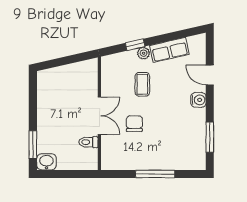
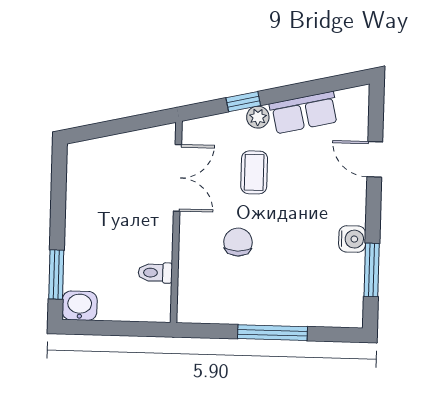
water cooler: (198, 100) -> (352, 239), moved
double door: (99, 116) -> (178, 178), moved

